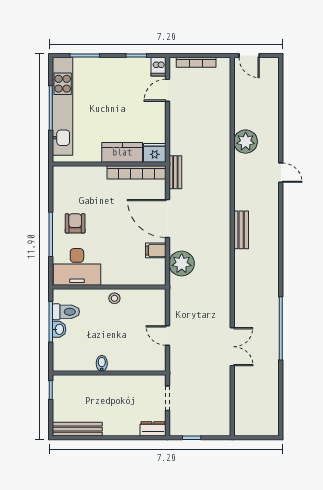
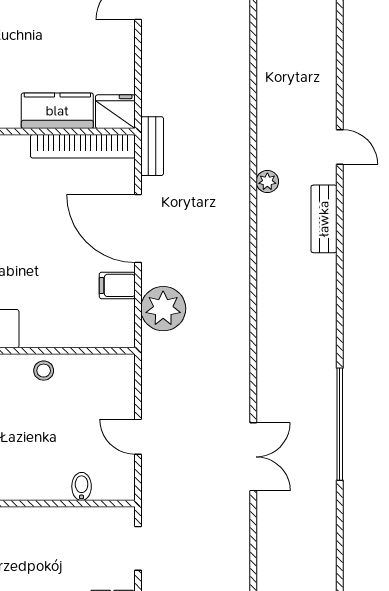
plant: (246, 142) -> (267, 182), moved, width x0.53, depth x0.53
bench: (241, 230) -> (324, 219), moved
bidet: (102, 363) -> (82, 486), moved

